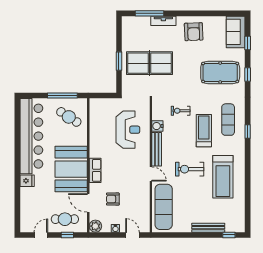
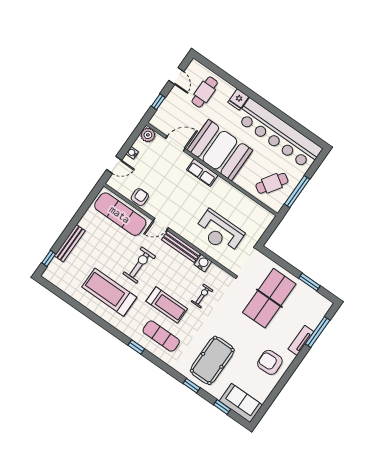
window: (119, 61) -> (309, 282), moved
armchair: (113, 199) -> (140, 197), moved
cafe table: (65, 219) -> (205, 92), moved

